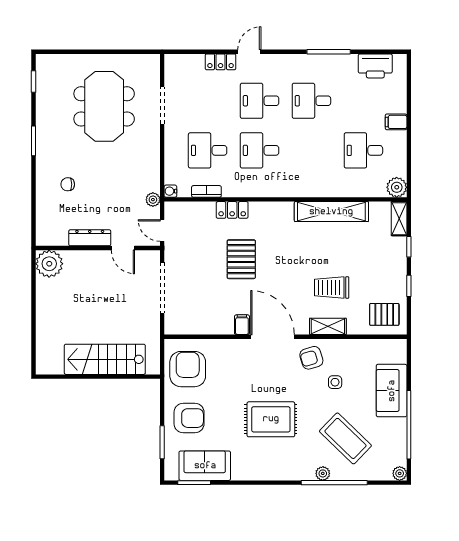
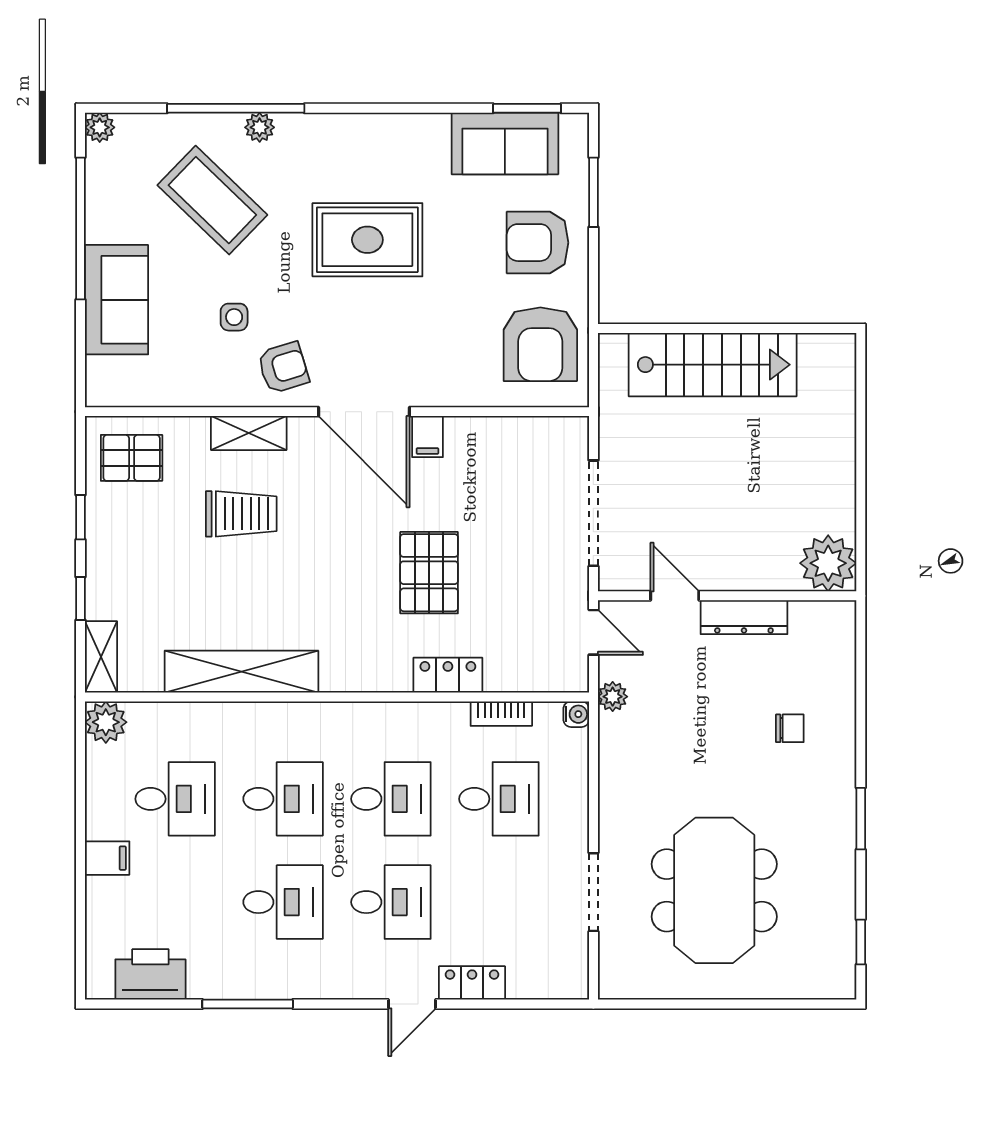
desk: (311, 150) -> (283, 799), added

